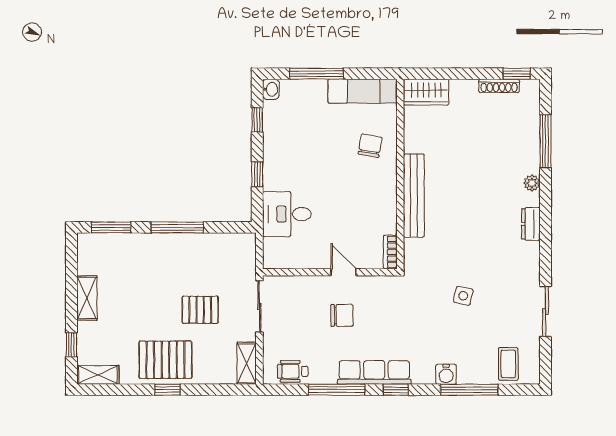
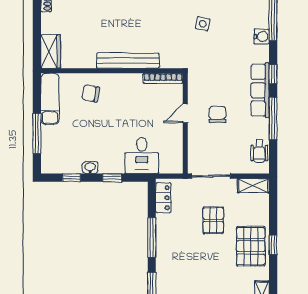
washbasin: (271, 89) -> (90, 168), moved
locker: (230, 243) -> (163, 198), added
bookcase: (390, 252) -> (163, 78), width x1.56

